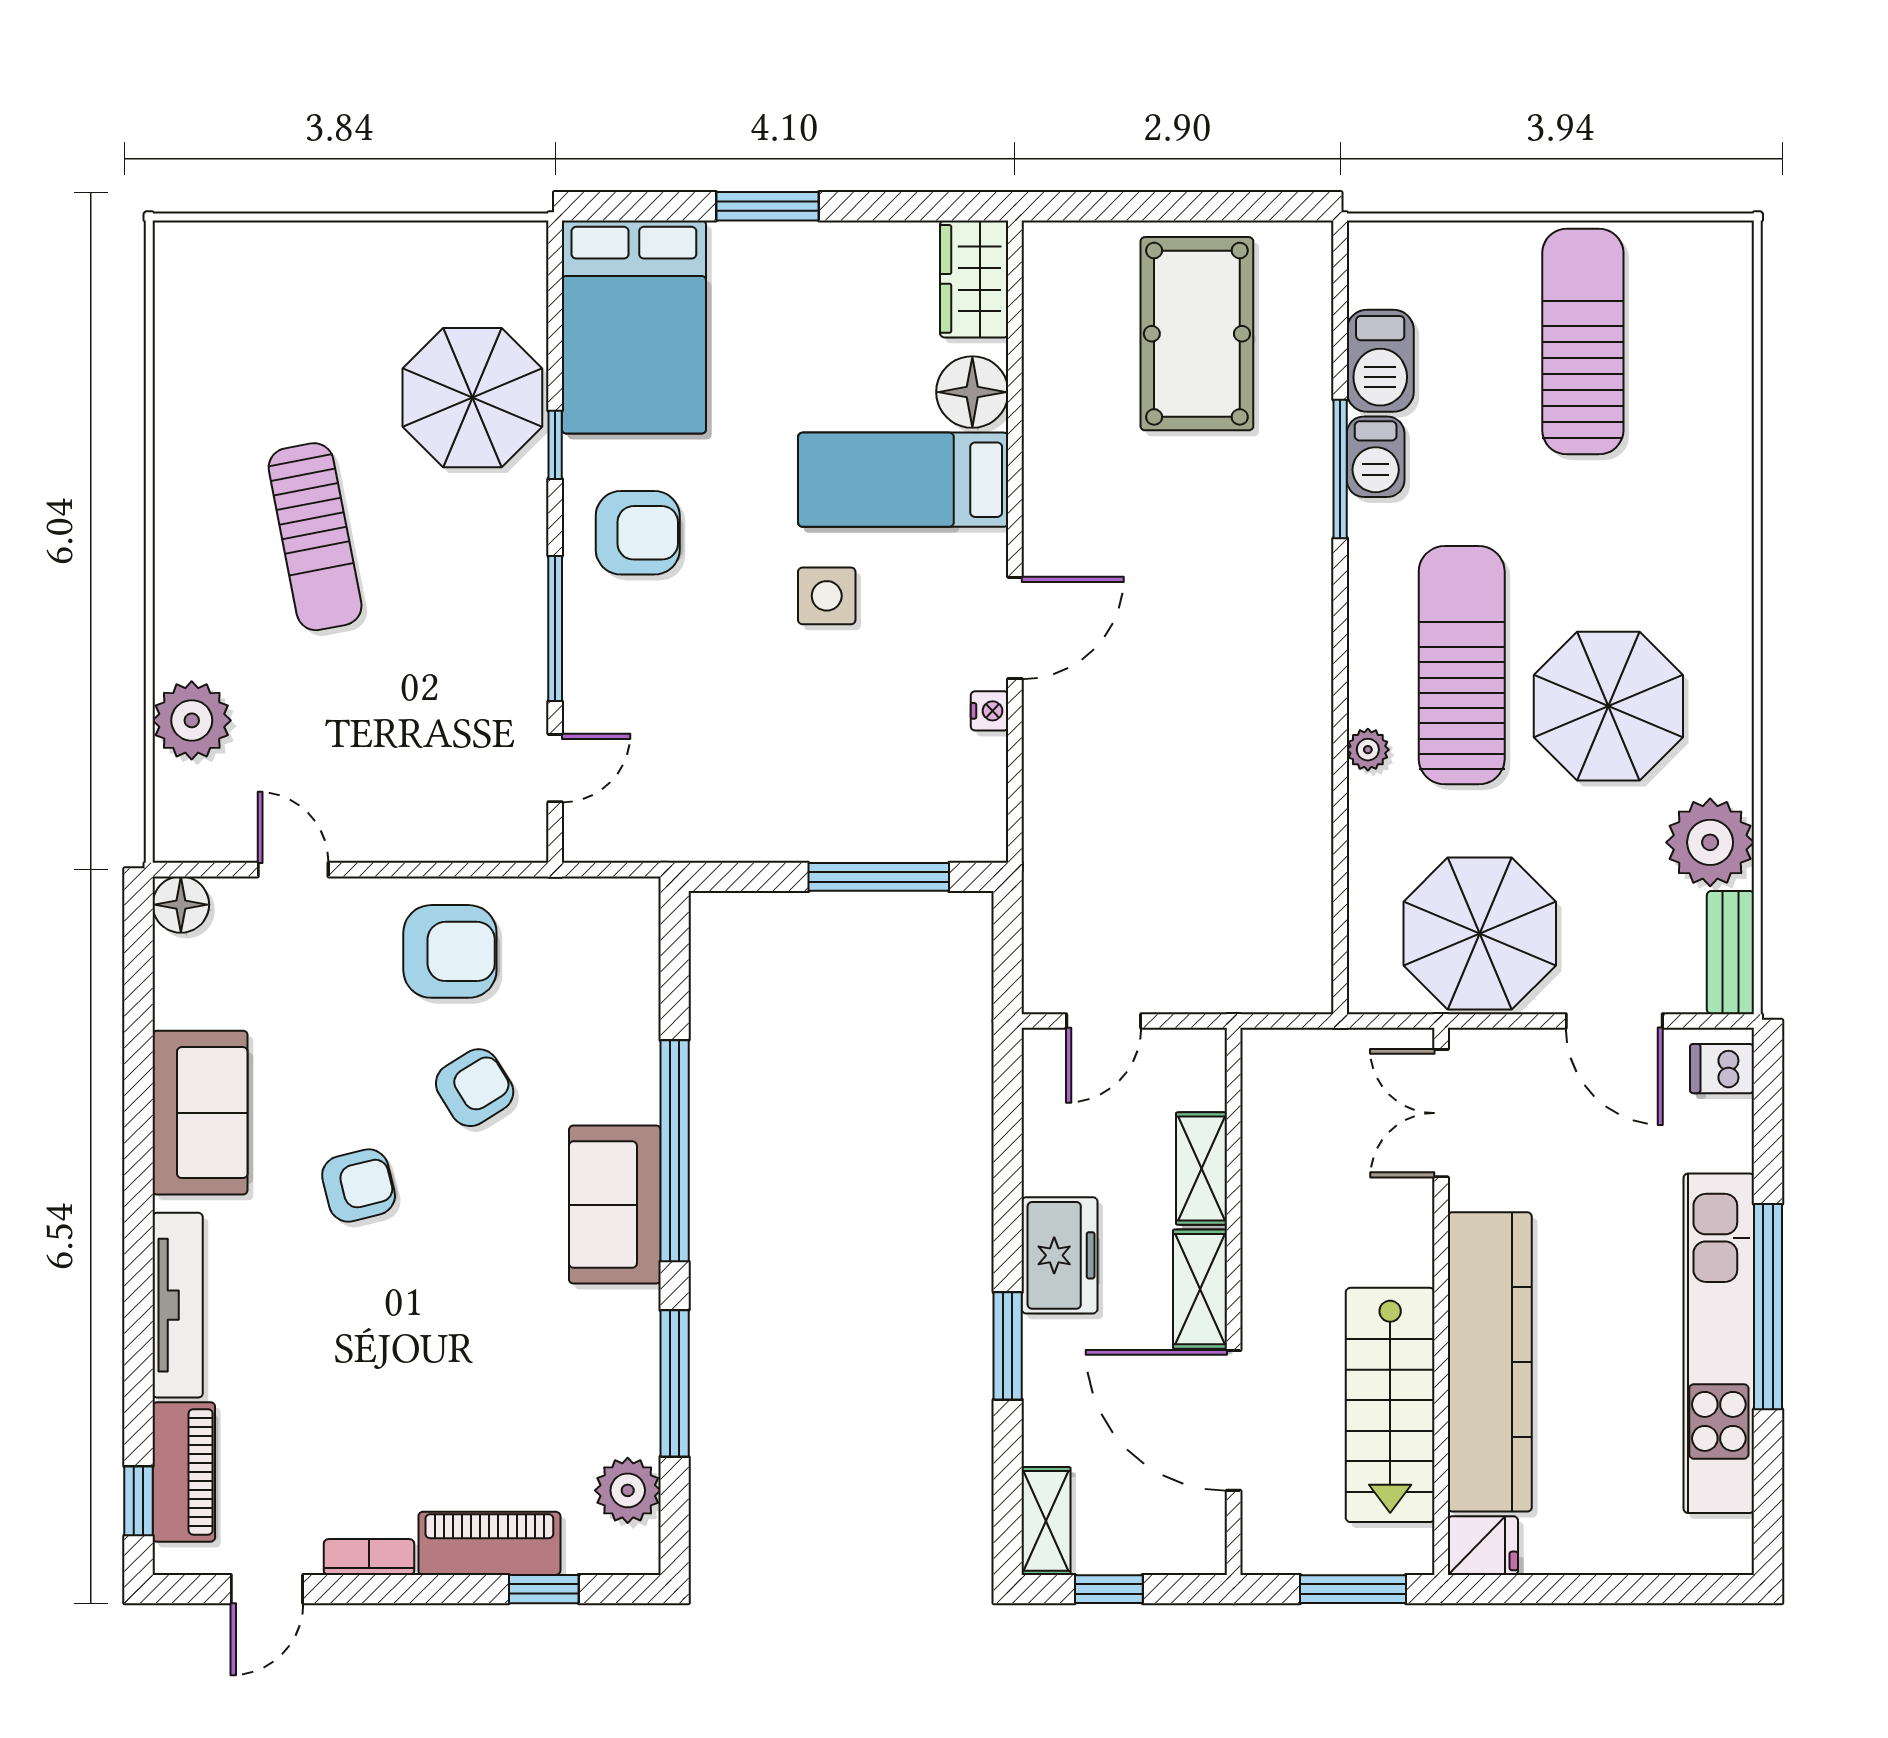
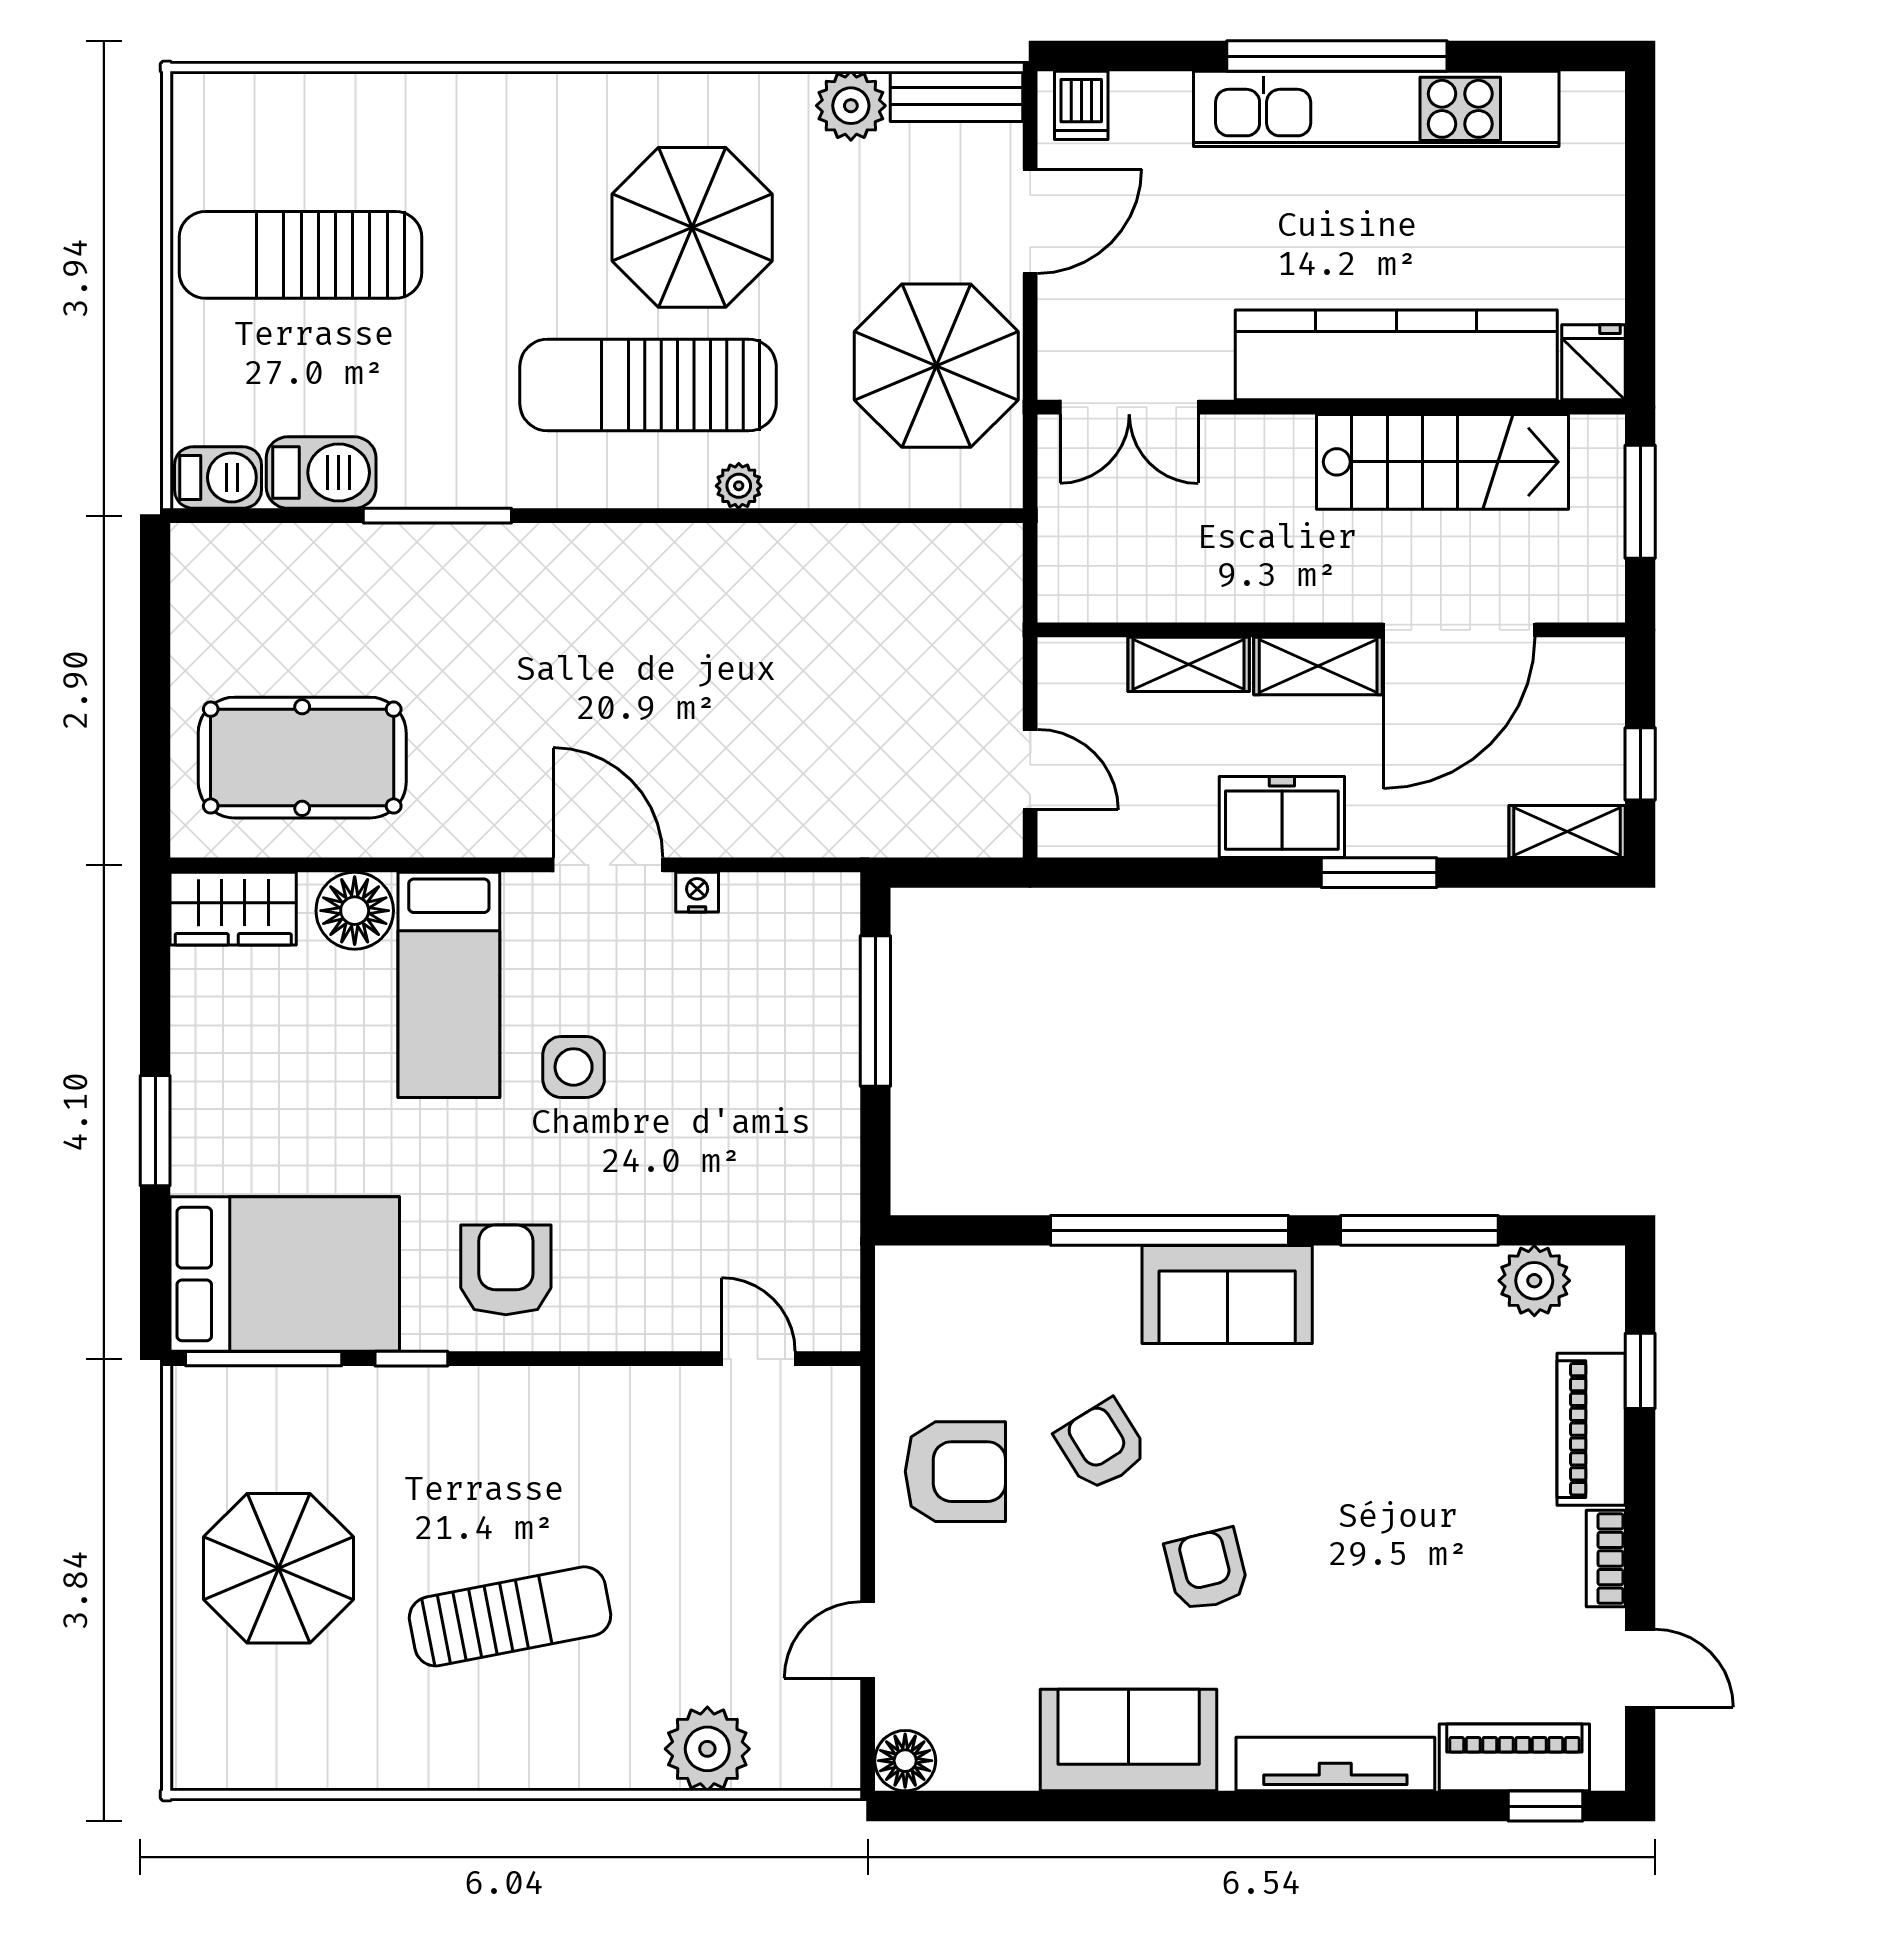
pool table: (1197, 334) -> (302, 758), moved
parasol: (472, 398) -> (279, 1568), moved
barbecue: (1376, 457) -> (218, 477), moved
window: (555, 629) -> (264, 1359), moved
plant: (1710, 842) -> (851, 106), width x0.73, depth x0.73
armchair: (450, 951) -> (955, 1472), turned 90

